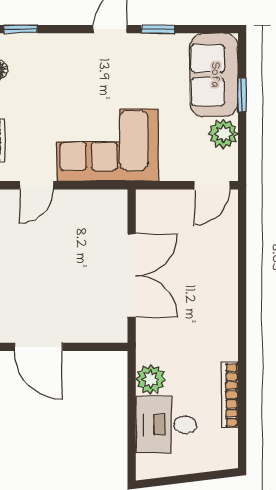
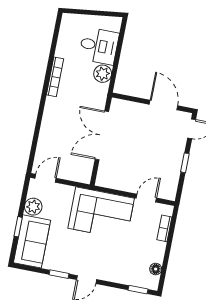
bookcase: (230, 395) -> (55, 77), moved

